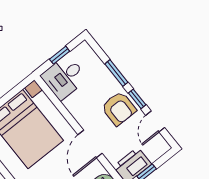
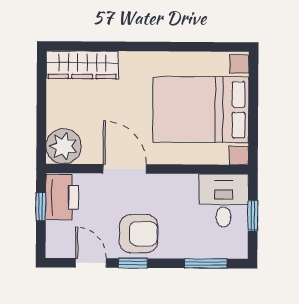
window: (116, 73) -> (206, 263), moved
armchair: (119, 108) -> (139, 234), turned 180

